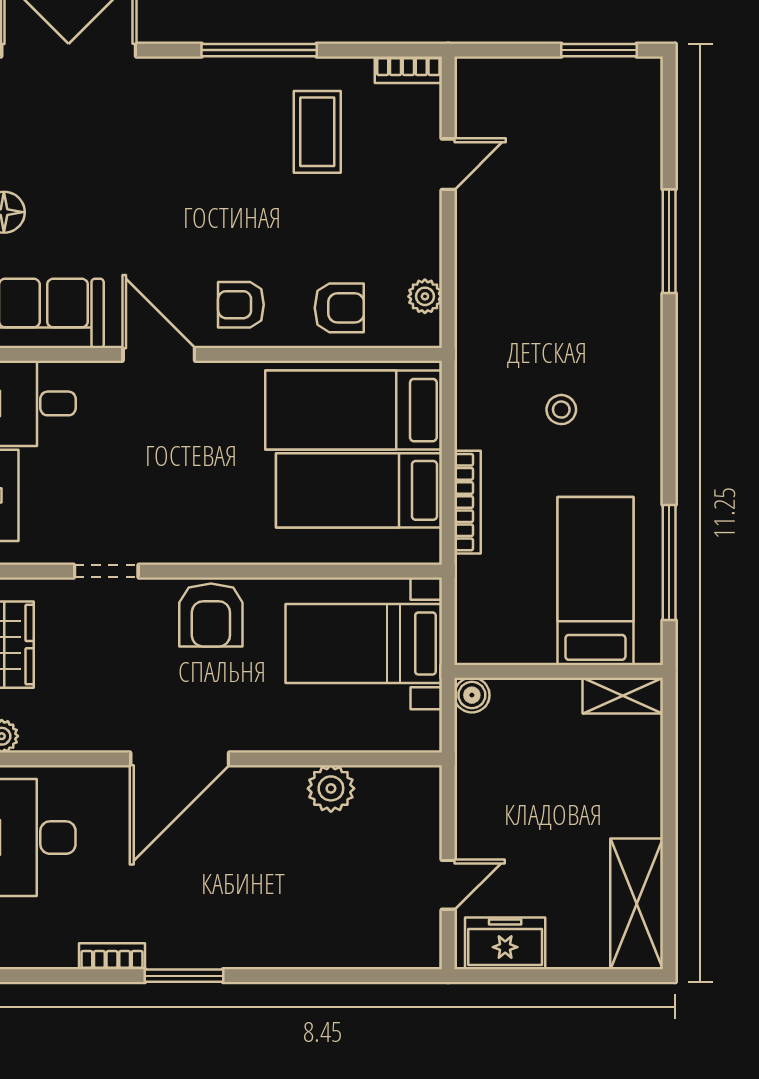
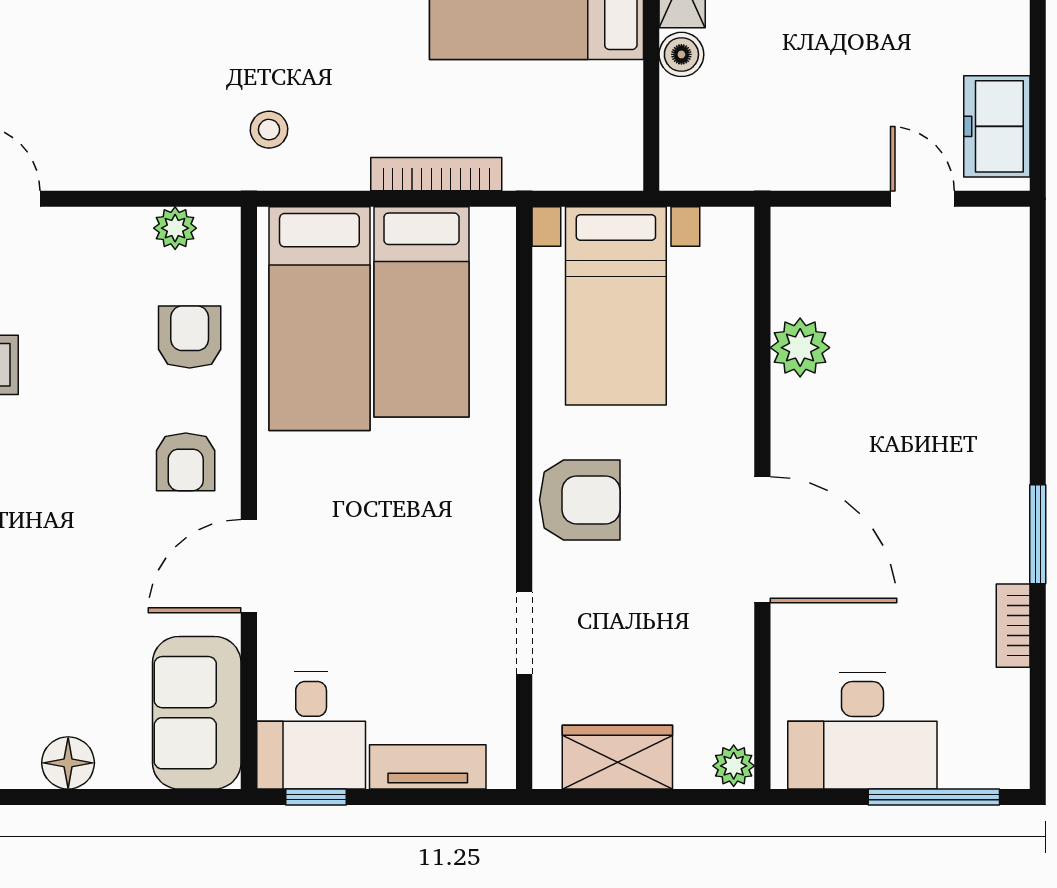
stool: (561, 410) -> (269, 130), moved
boiler: (472, 695) -> (681, 54), moved

